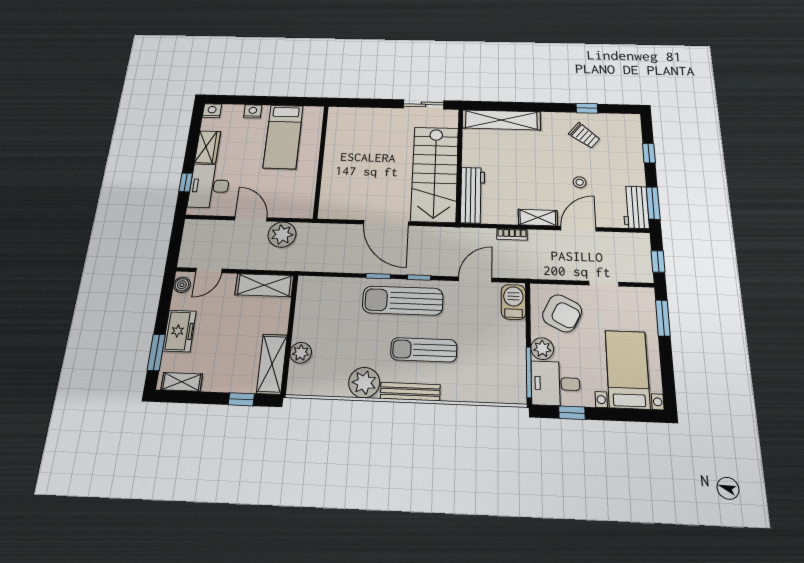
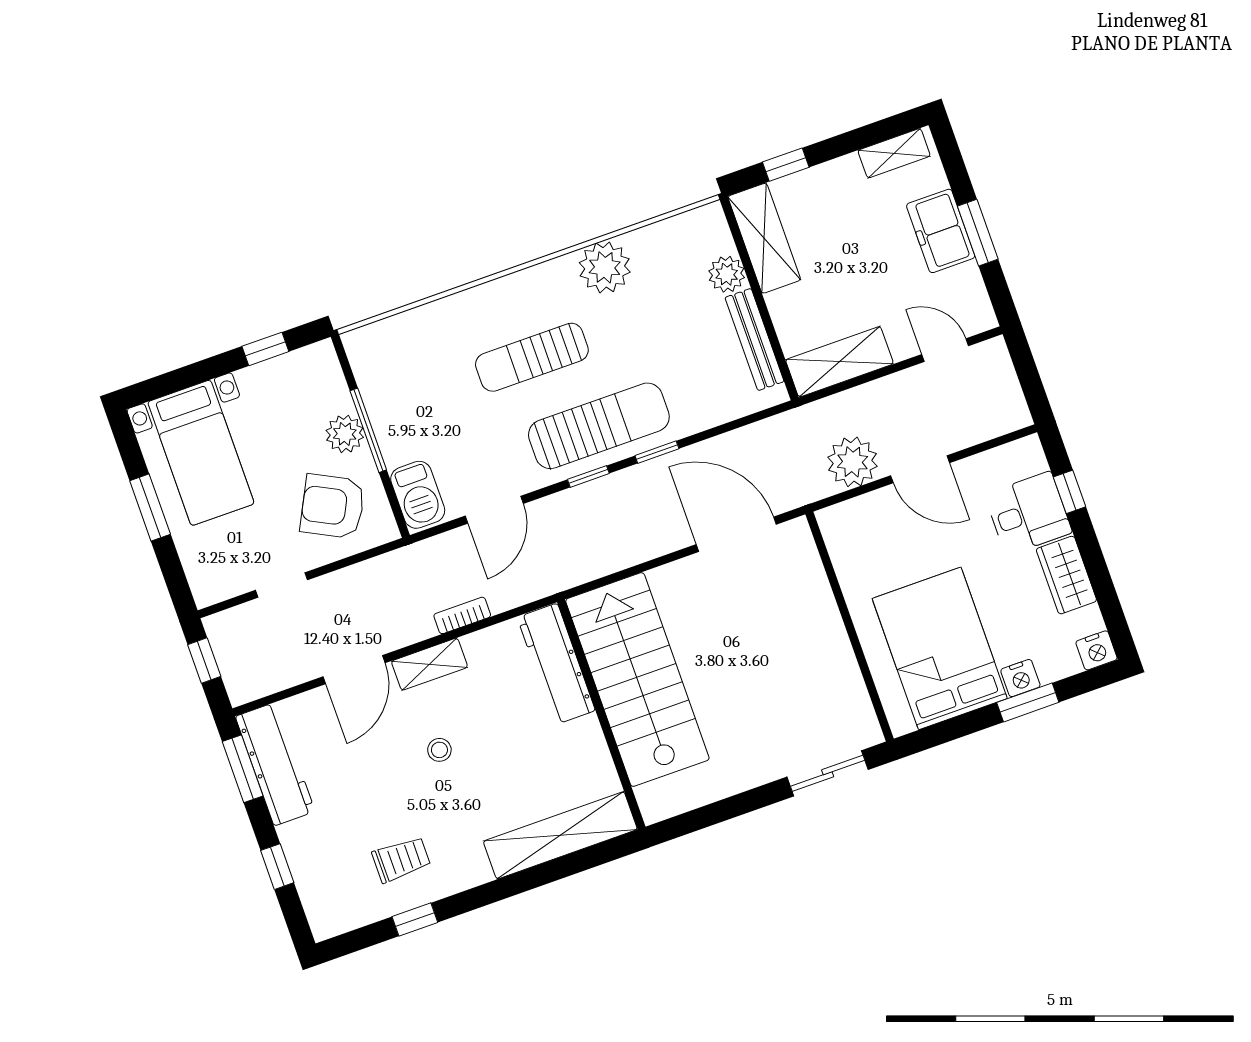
window: (255, 100) -> (1028, 702), added
sliding door: (424, 104) -> (828, 773), moved
trolley: (584, 136) -> (401, 859), turned 141
bed: (283, 137) -> (940, 649), width x1.50
stool: (580, 182) -> (439, 750), moved
desk: (209, 186) -> (1028, 513), width x0.73
workbench: (636, 207) -> (275, 764), width x1.38
door: (386, 223) -> (736, 534), moved
door: (209, 270) -> (945, 350), hinge flipped
boiler: (182, 285) -> (978, 308), removed
window: (663, 318) -> (150, 508), moved
sun lounger: (424, 350) -> (532, 357), turned 180
window: (156, 352) -> (978, 233), moved
window: (529, 372) -> (368, 430), moved
desk: (555, 384) -> (305, 385), removed
bench: (410, 392) -> (755, 339), moved, turned 90

